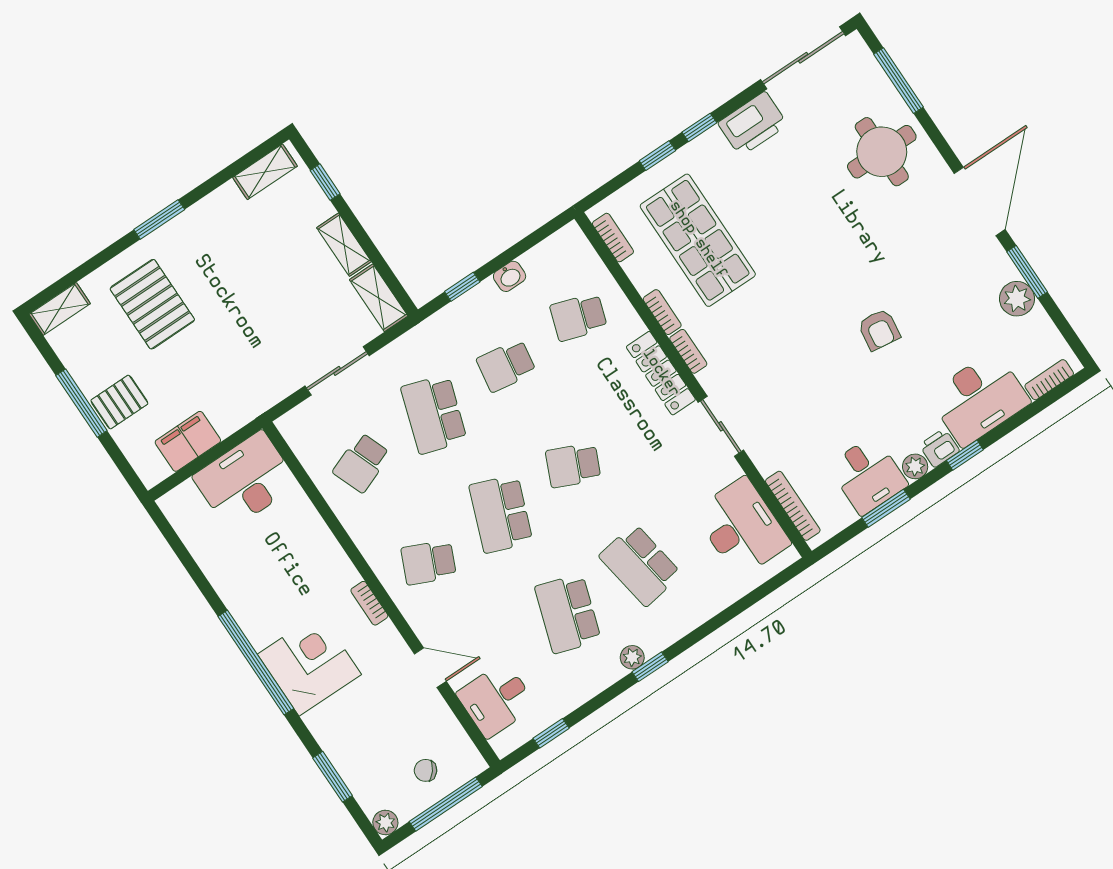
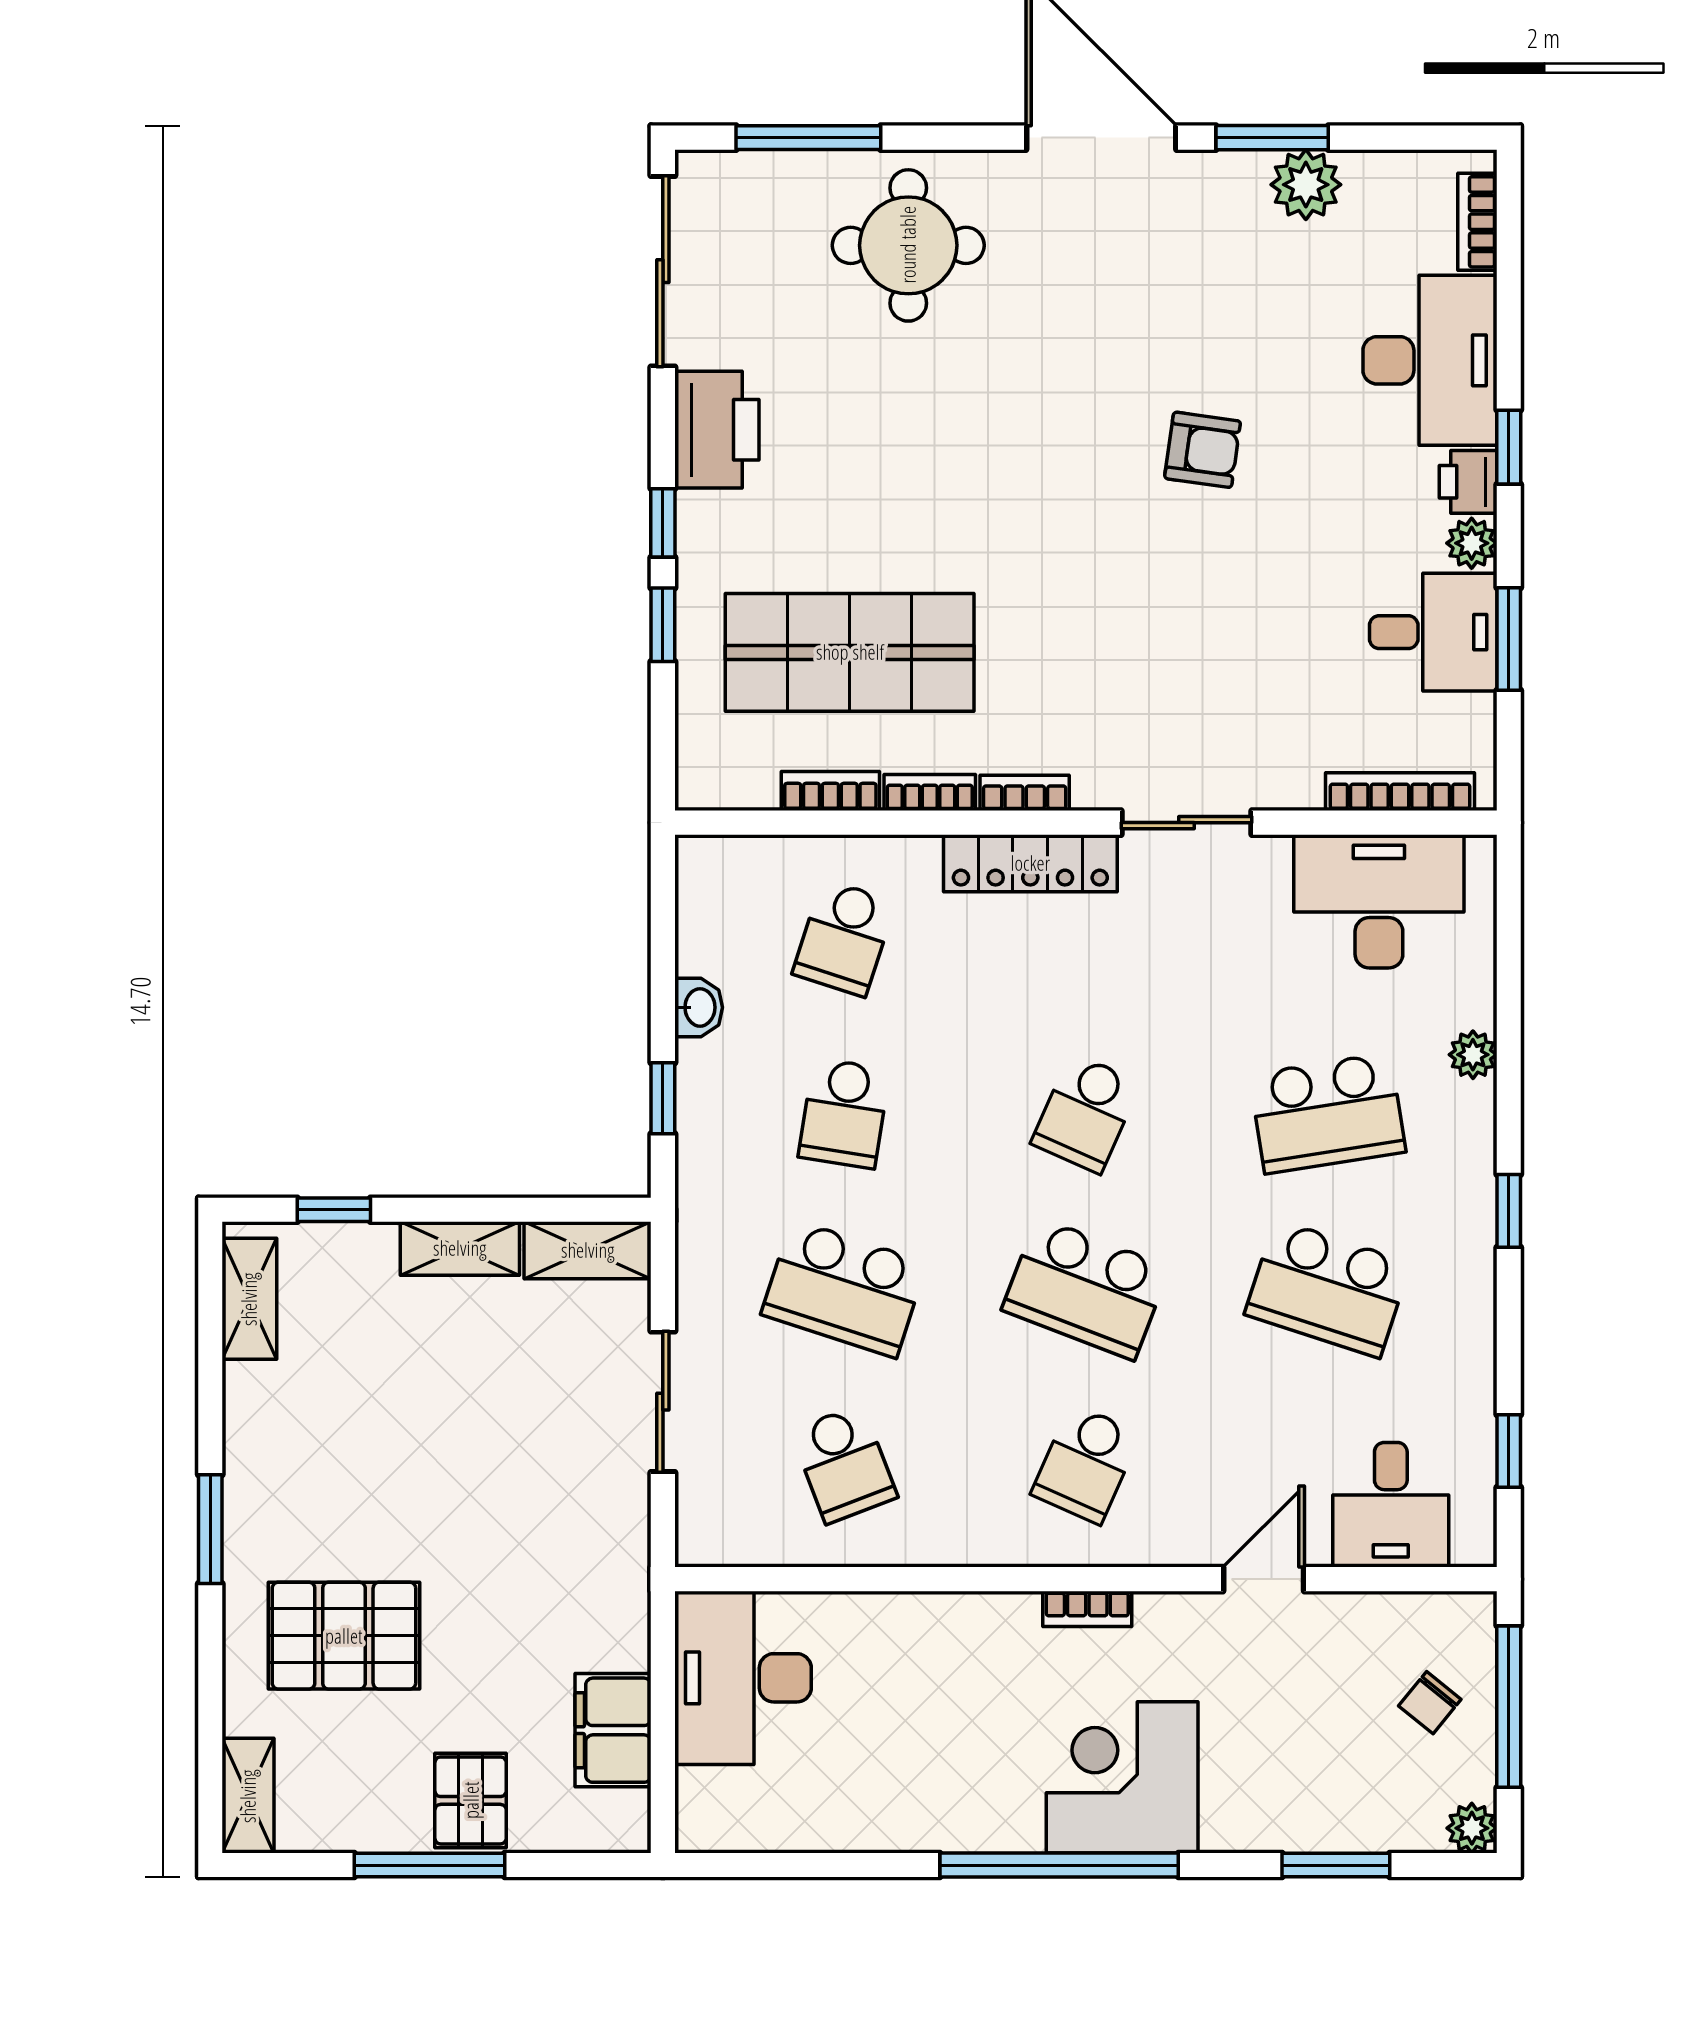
bookcase: (613, 238) -> (830, 791), moved
plant: (632, 657) -> (1473, 1055), moved

